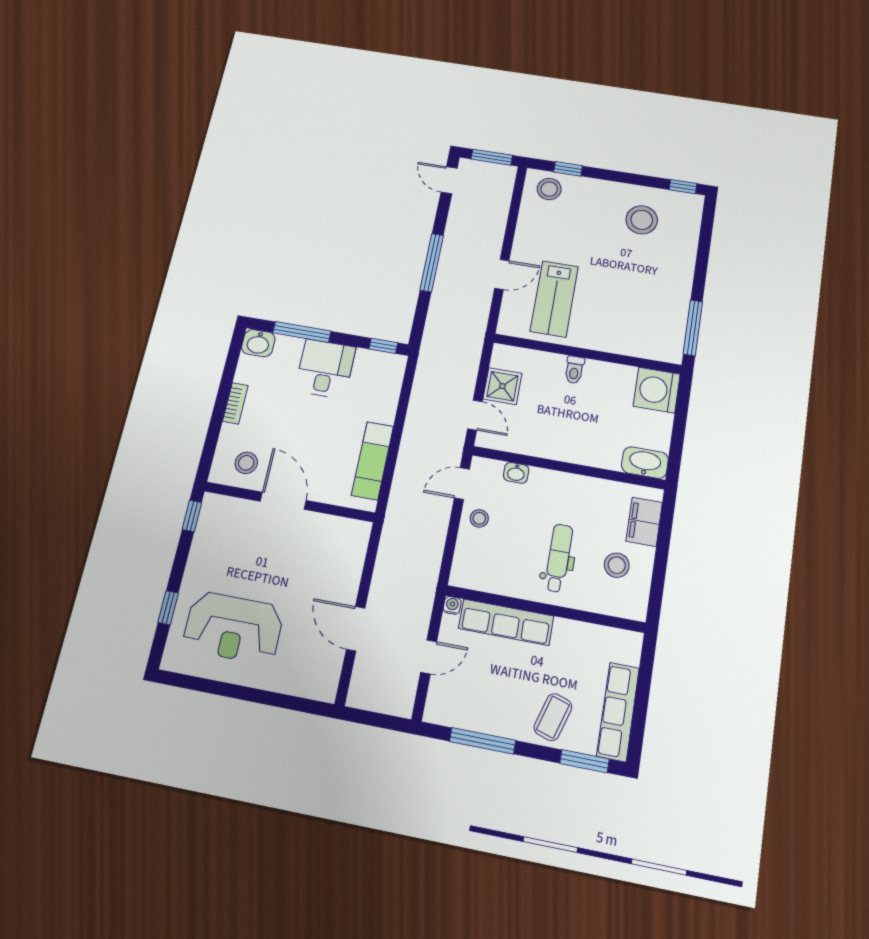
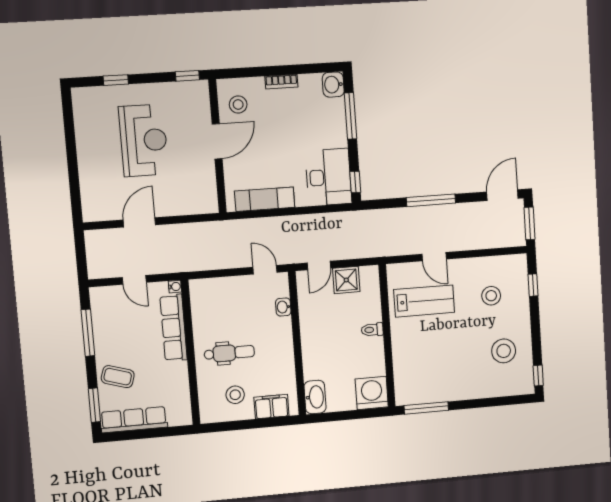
door: (449, 180) -> (502, 195), width x1.38
stool: (549, 189) -> (491, 296), moved
lab bench: (554, 299) -> (424, 301), turned 180
desk: (325, 369) -> (328, 177), moved, width x1.37
stool: (479, 518) -> (243, 289), removed
reception desk: (233, 628) -> (144, 140), moved, turned 180

